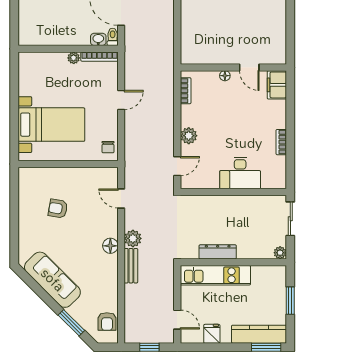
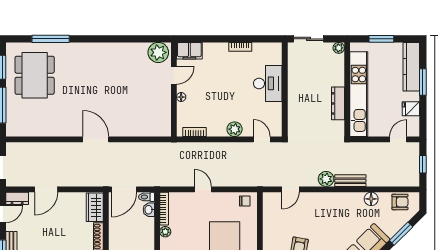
plant: (275, 50) -> (158, 52), added
floor lamp: (110, 246) -> (371, 199), moved
kitchen unit: (215, 275) -> (359, 94), width x1.36
window: (266, 347) -> (423, 82), moved

